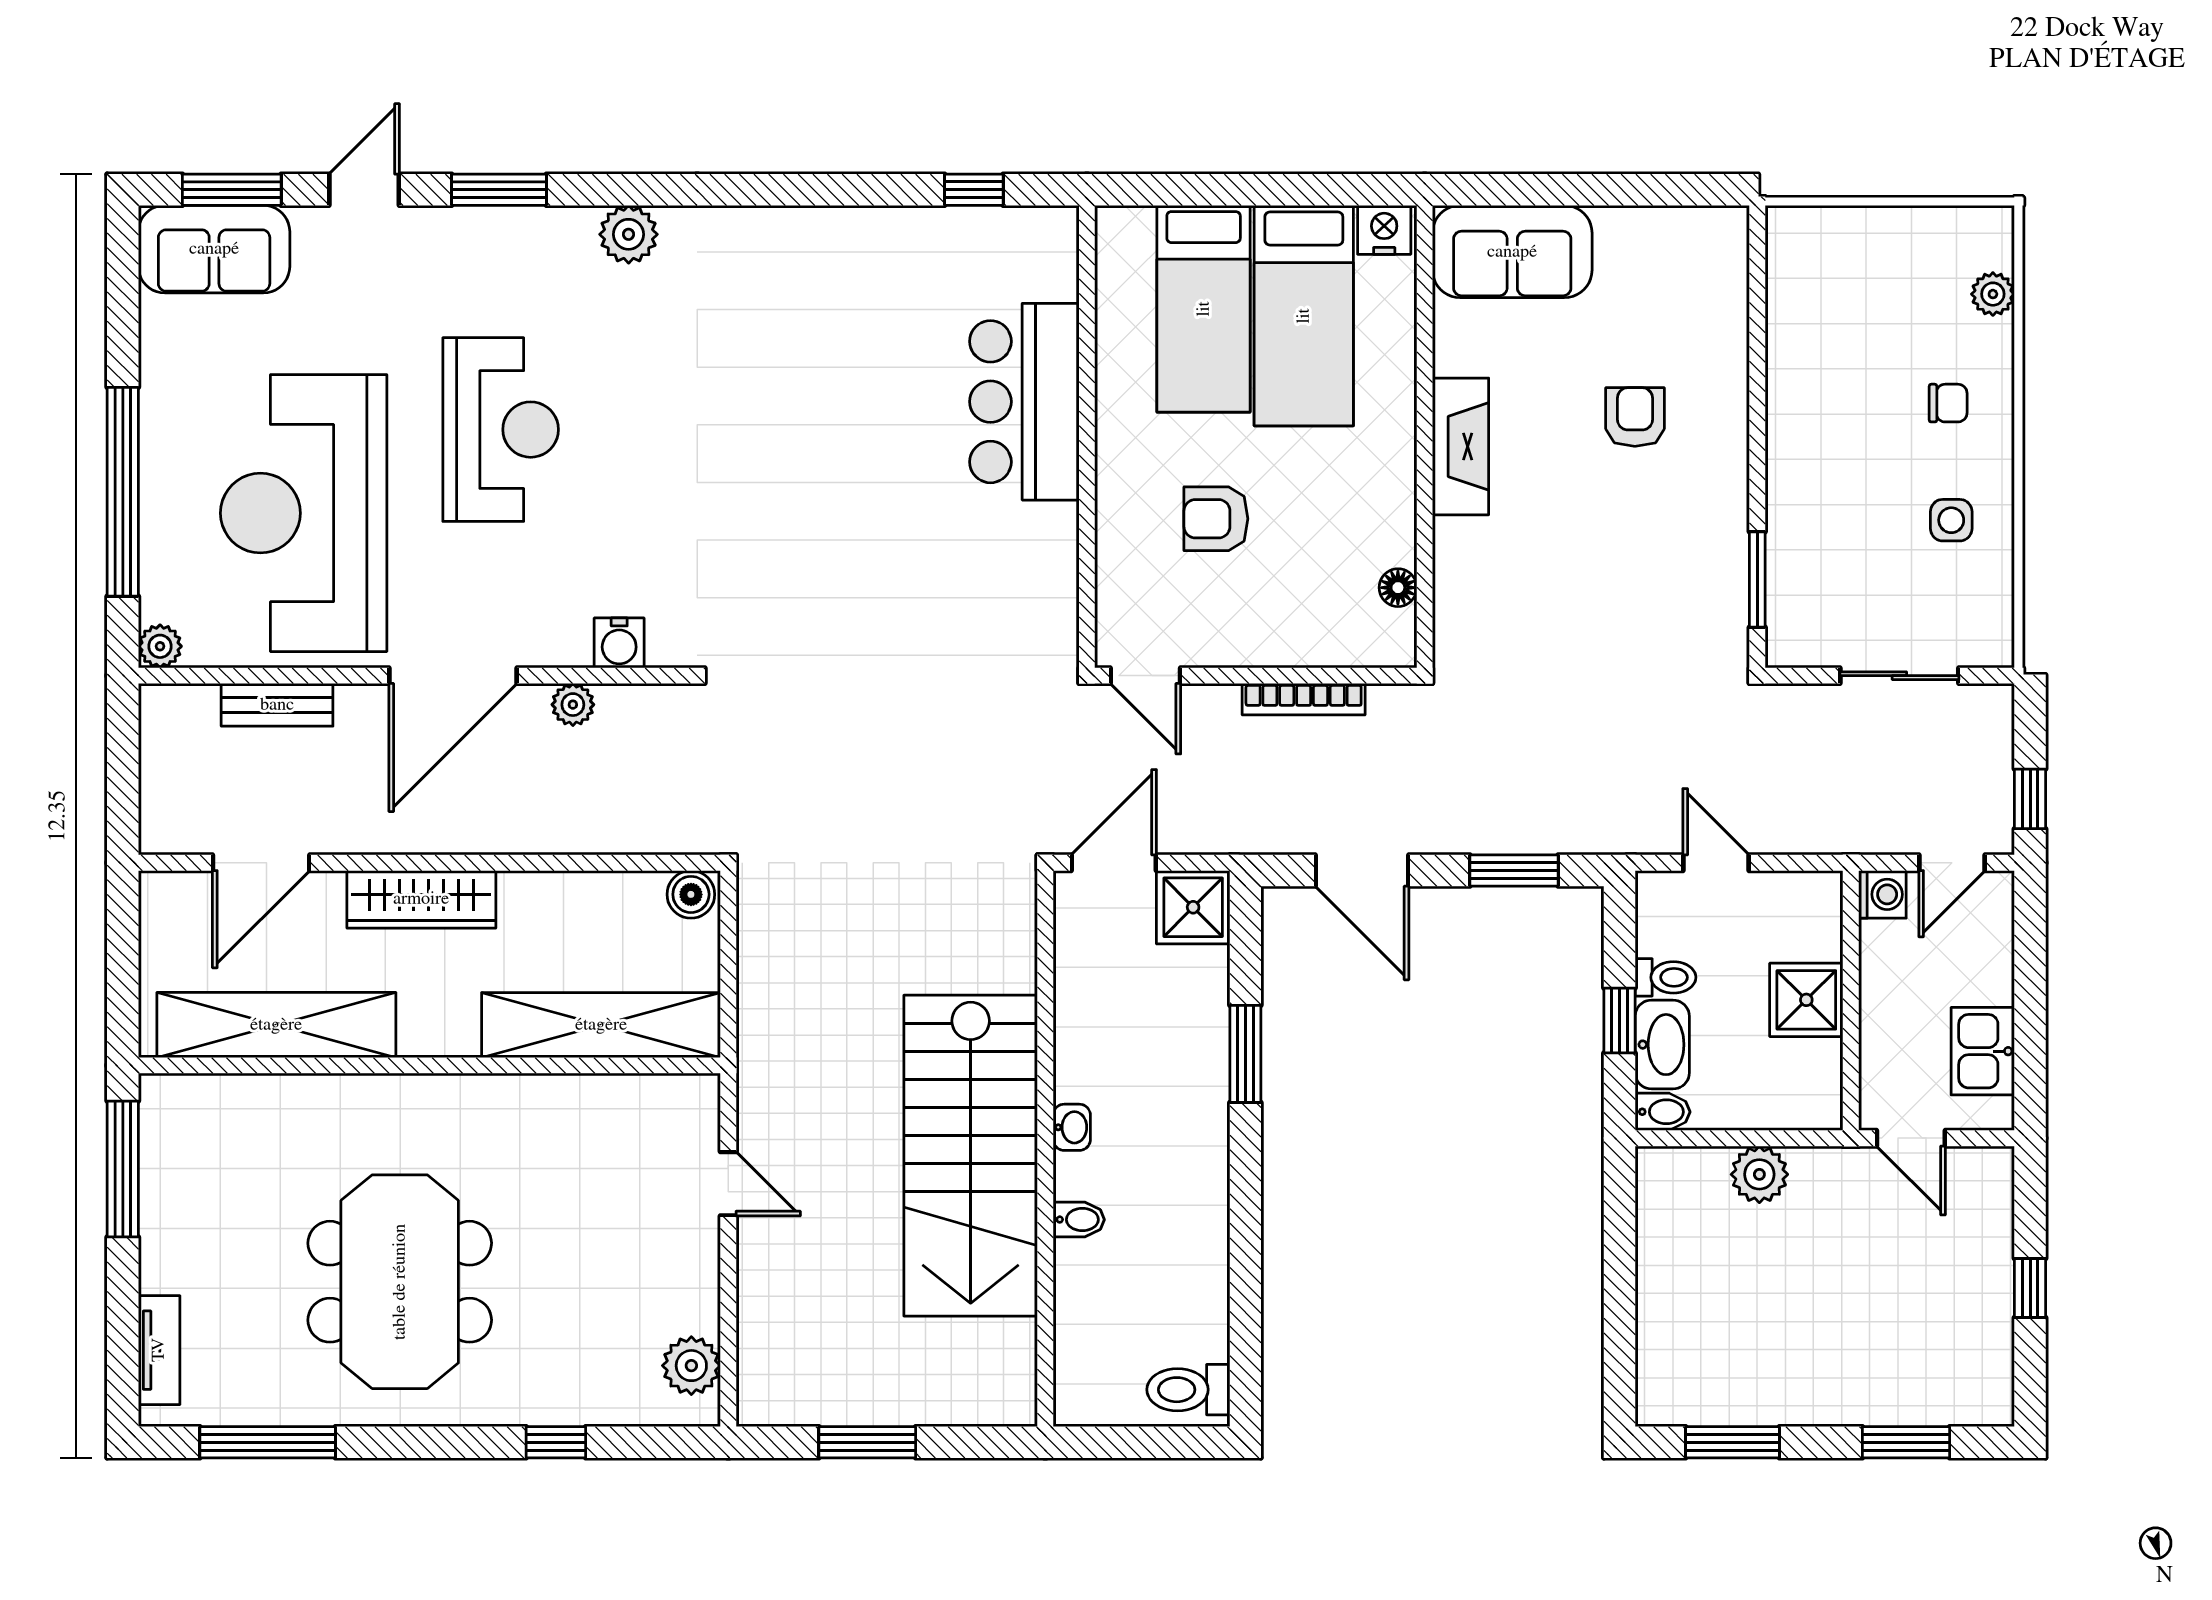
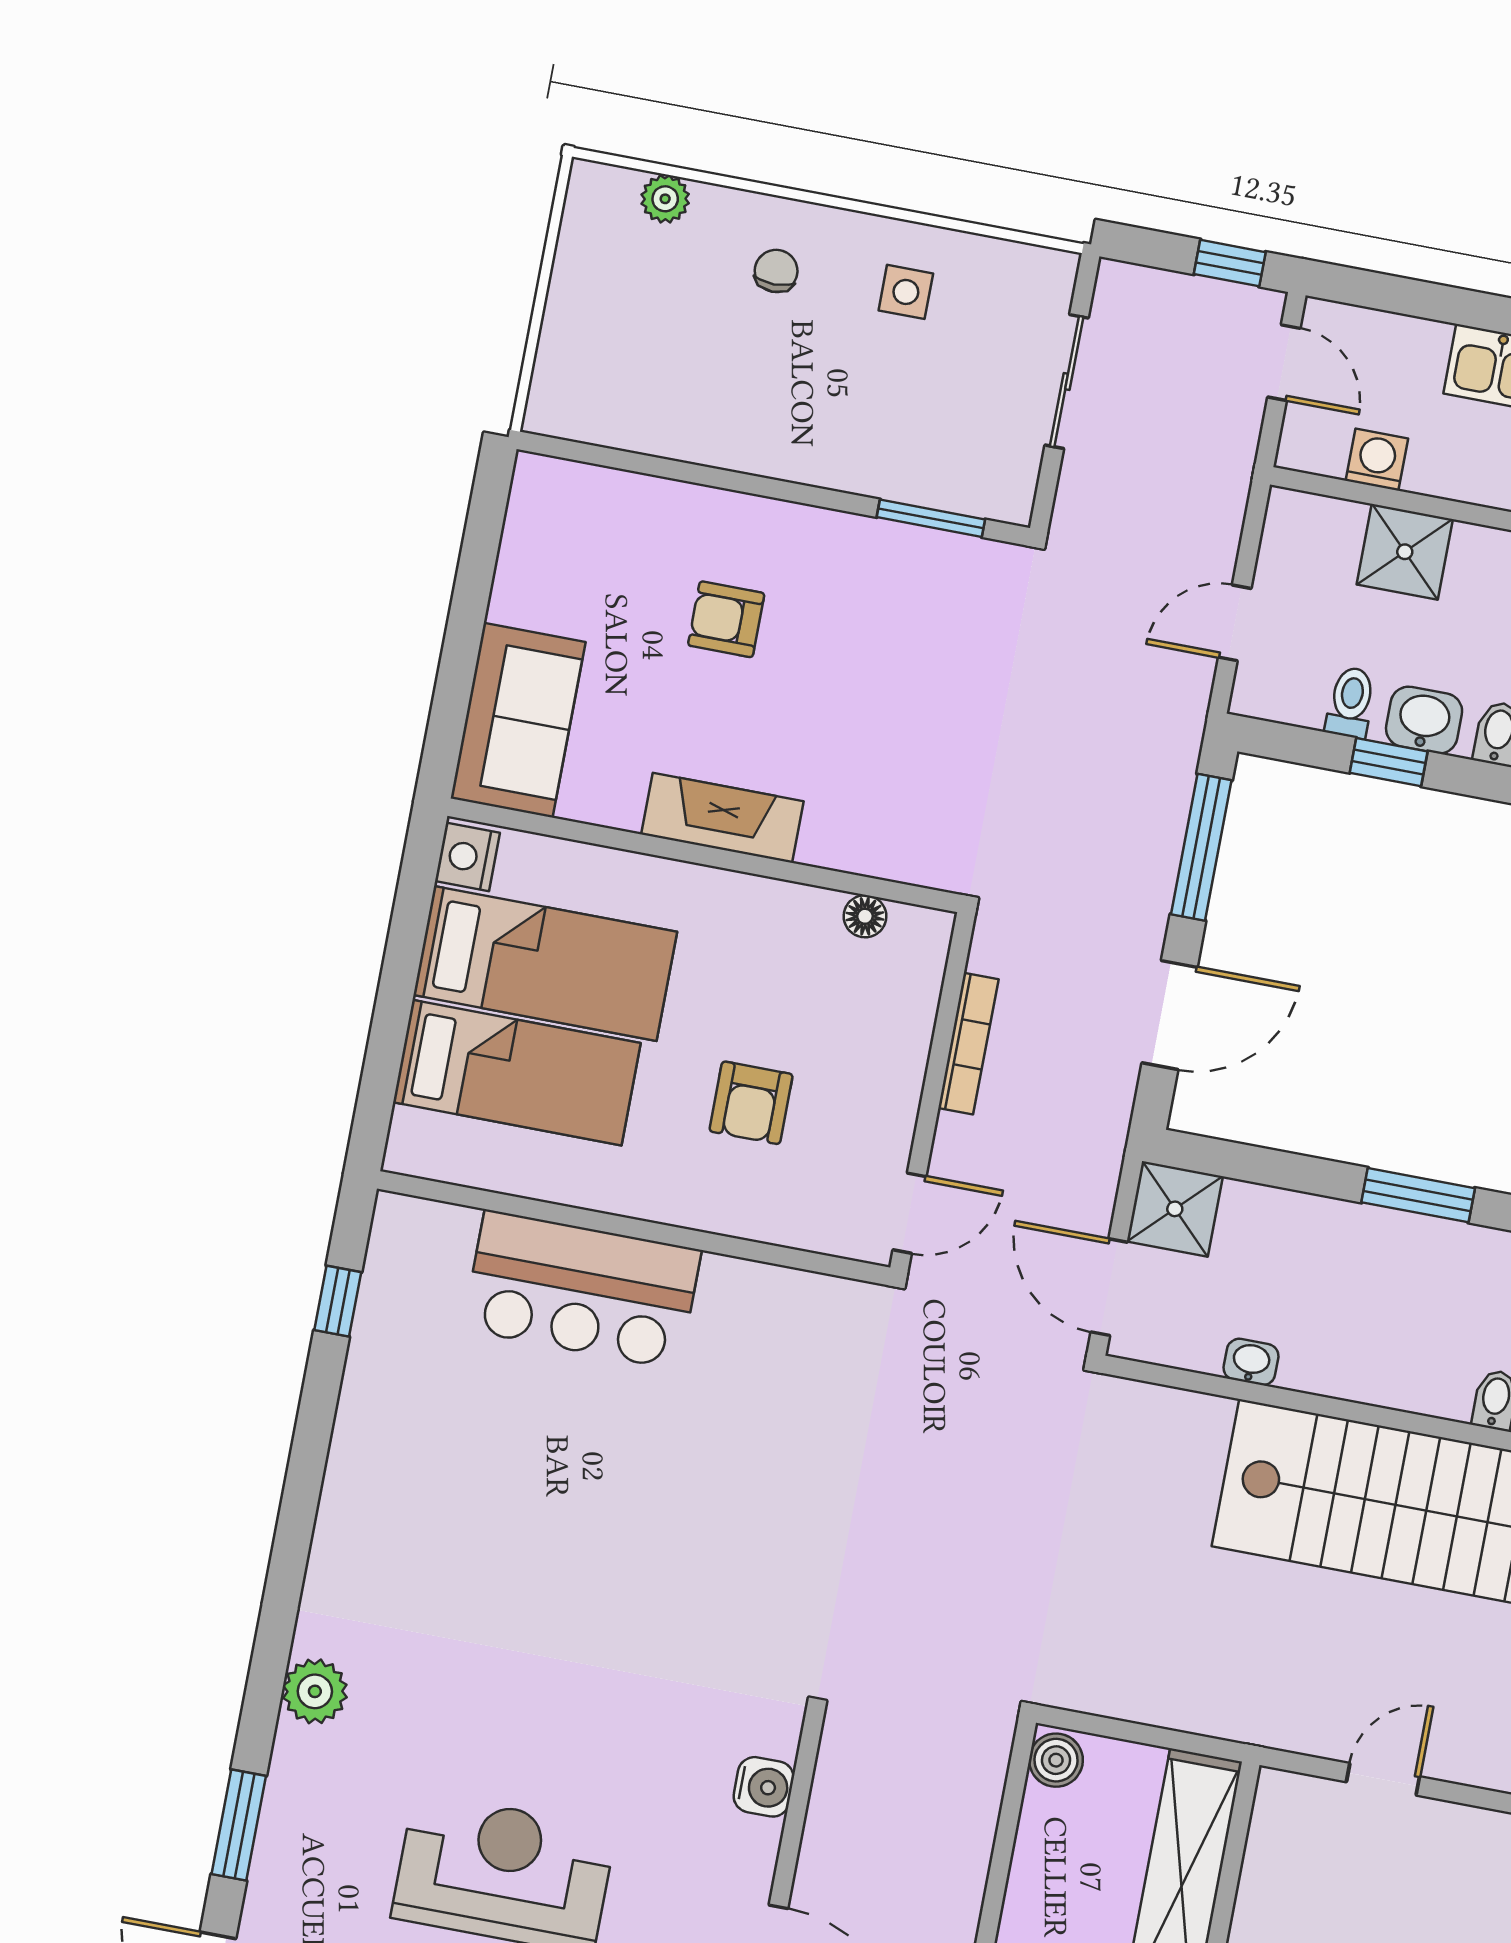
plant: (573, 705) -> (822, 1851), removed
window: (1514, 871) -> (1201, 847), width x1.44
washing machine: (1882, 894) -> (1377, 460), moved
washbasin: (1662, 1045) -> (1424, 720), width x0.72
window: (1245, 1054) -> (1418, 1195), moved
washbasin: (1072, 1127) -> (1251, 1362), moved

